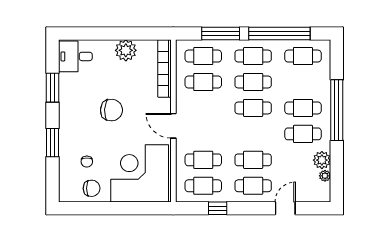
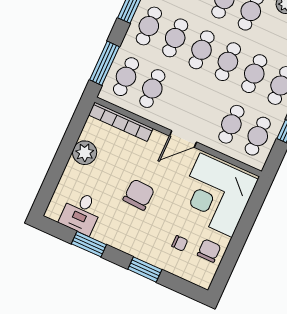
window: (221, 34) -> (105, 63), moved
desk: (75, 56) -> (81, 213), moved
cafe table: (253, 134) -> (228, 62), added

